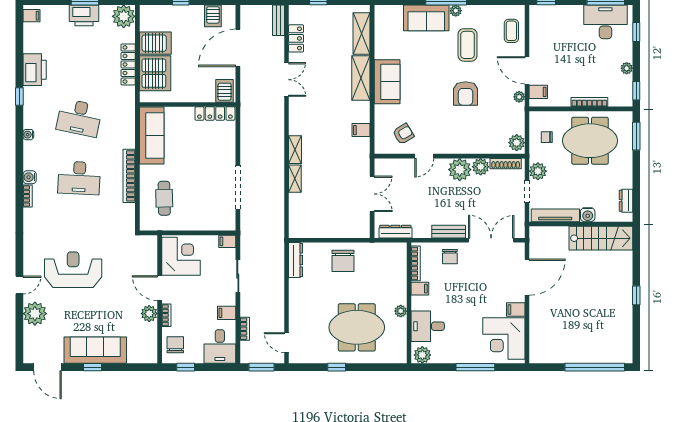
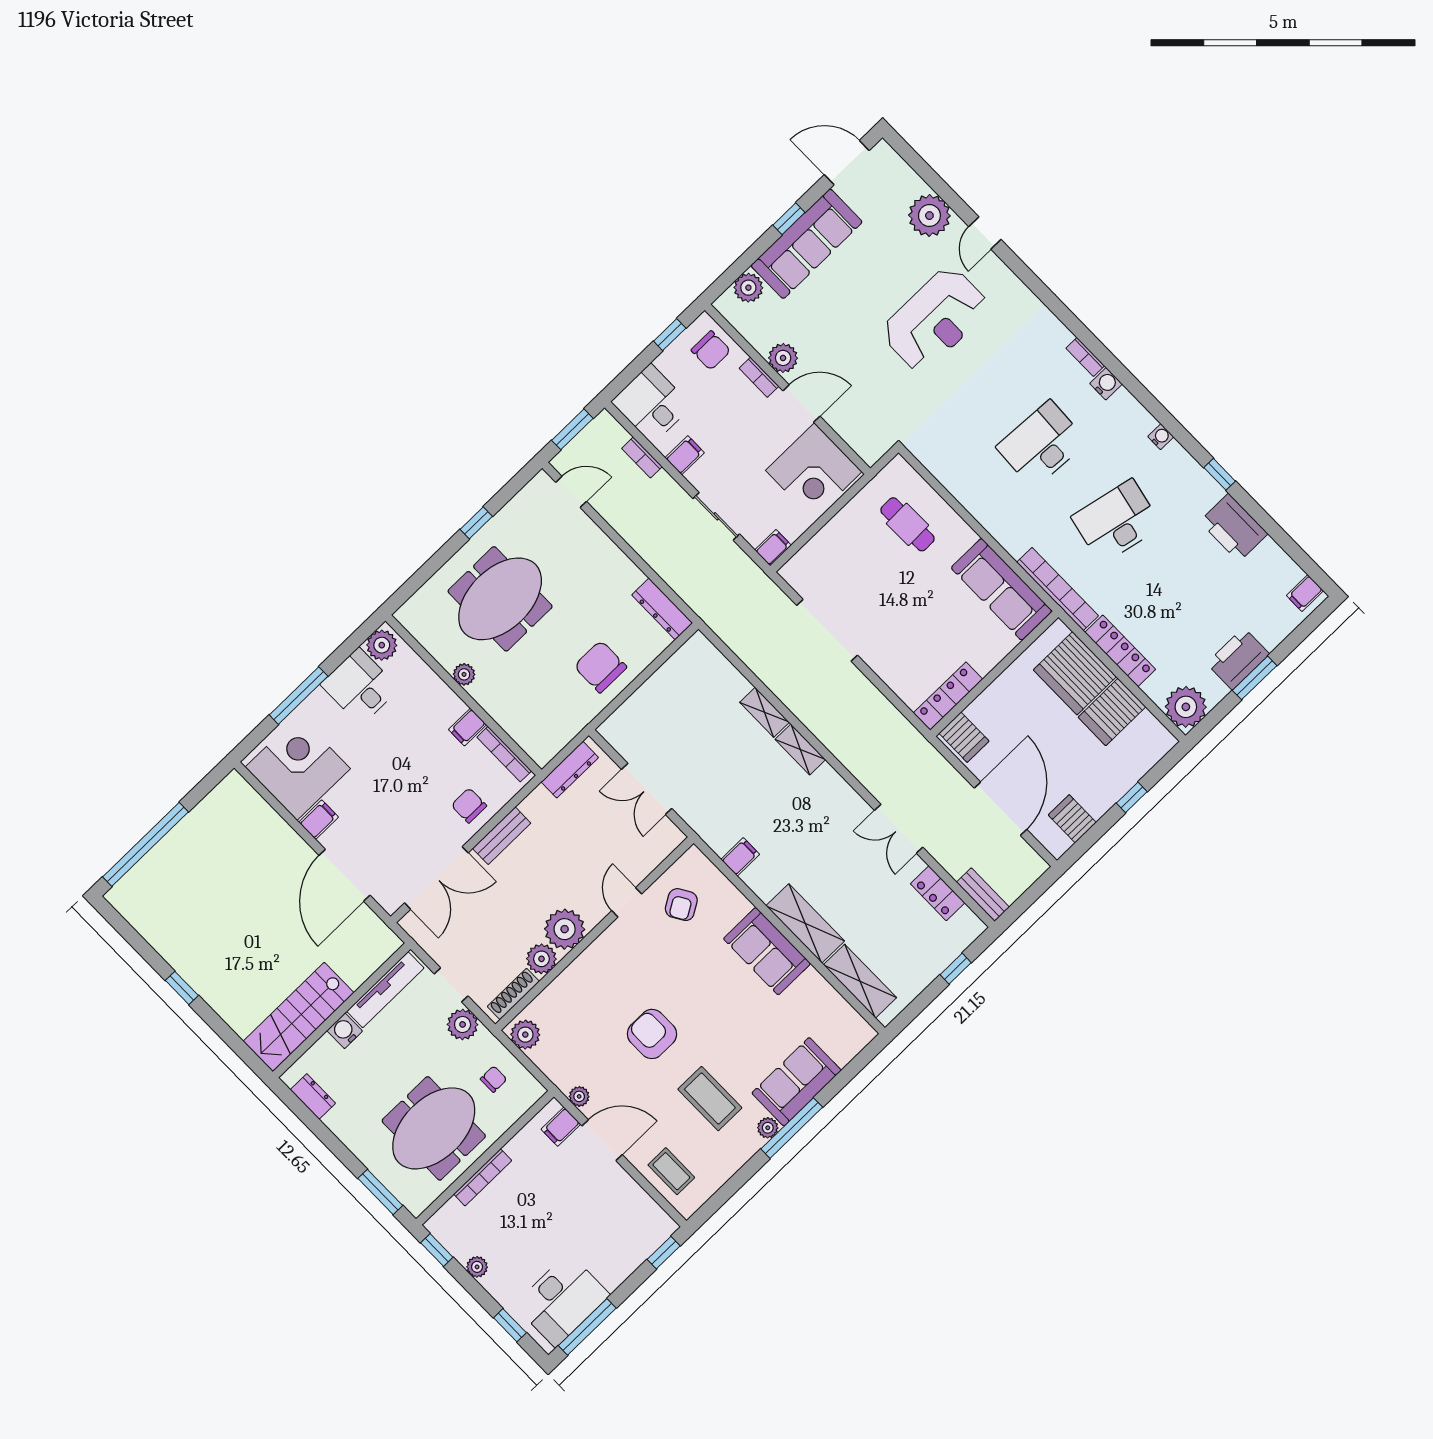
bookcase: (129, 176) -> (1058, 589), moved
desk: (428, 326) -> (360, 687), moved, turned -90
plant: (136, 355) -> (748, 288), added

